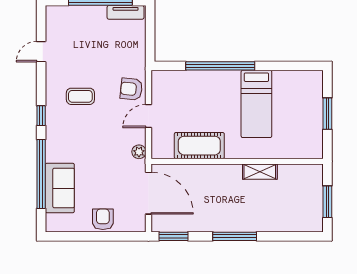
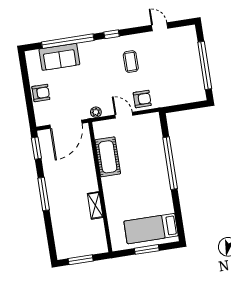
tv unit: (126, 12) -> (199, 86), removed
armchair: (131, 89) -> (142, 99), turned 84
bed: (256, 104) -> (151, 229), moved

